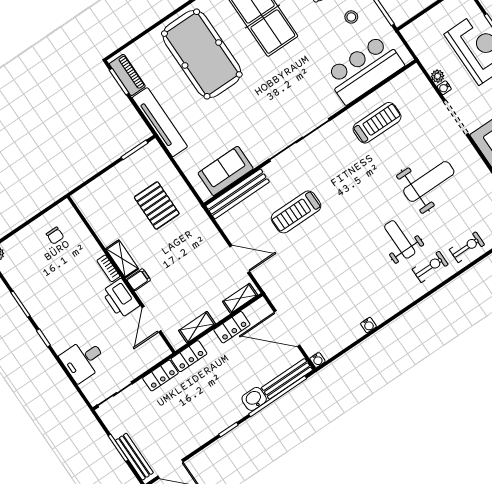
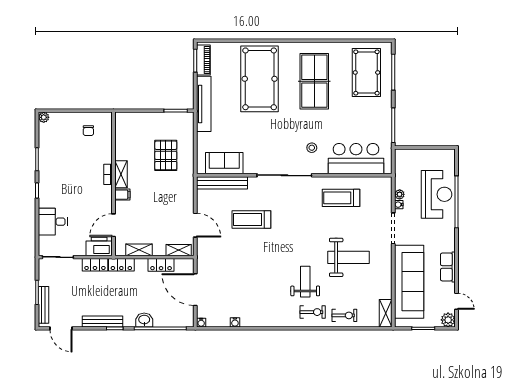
stool: (351, 17) -> (312, 148), moved
treadmill: (377, 123) -> (341, 198), turned 180
printer: (121, 298) -> (99, 246), moved, turned 90
water cooler: (368, 325) -> (235, 322), moved
bench: (287, 379) -> (103, 321), moved

